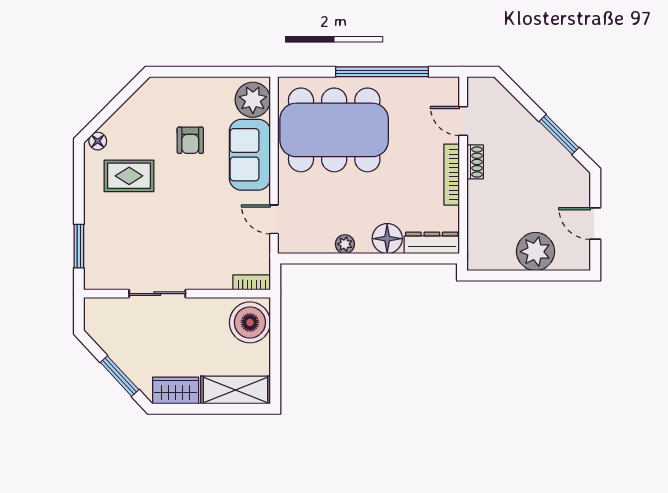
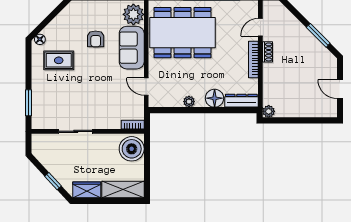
door: (463, 121) -> (260, 27), hinge flipped
plant: (536, 252) -> (269, 111), moved, width x0.53, depth x0.53
window: (120, 376) -> (53, 181), width x0.67

